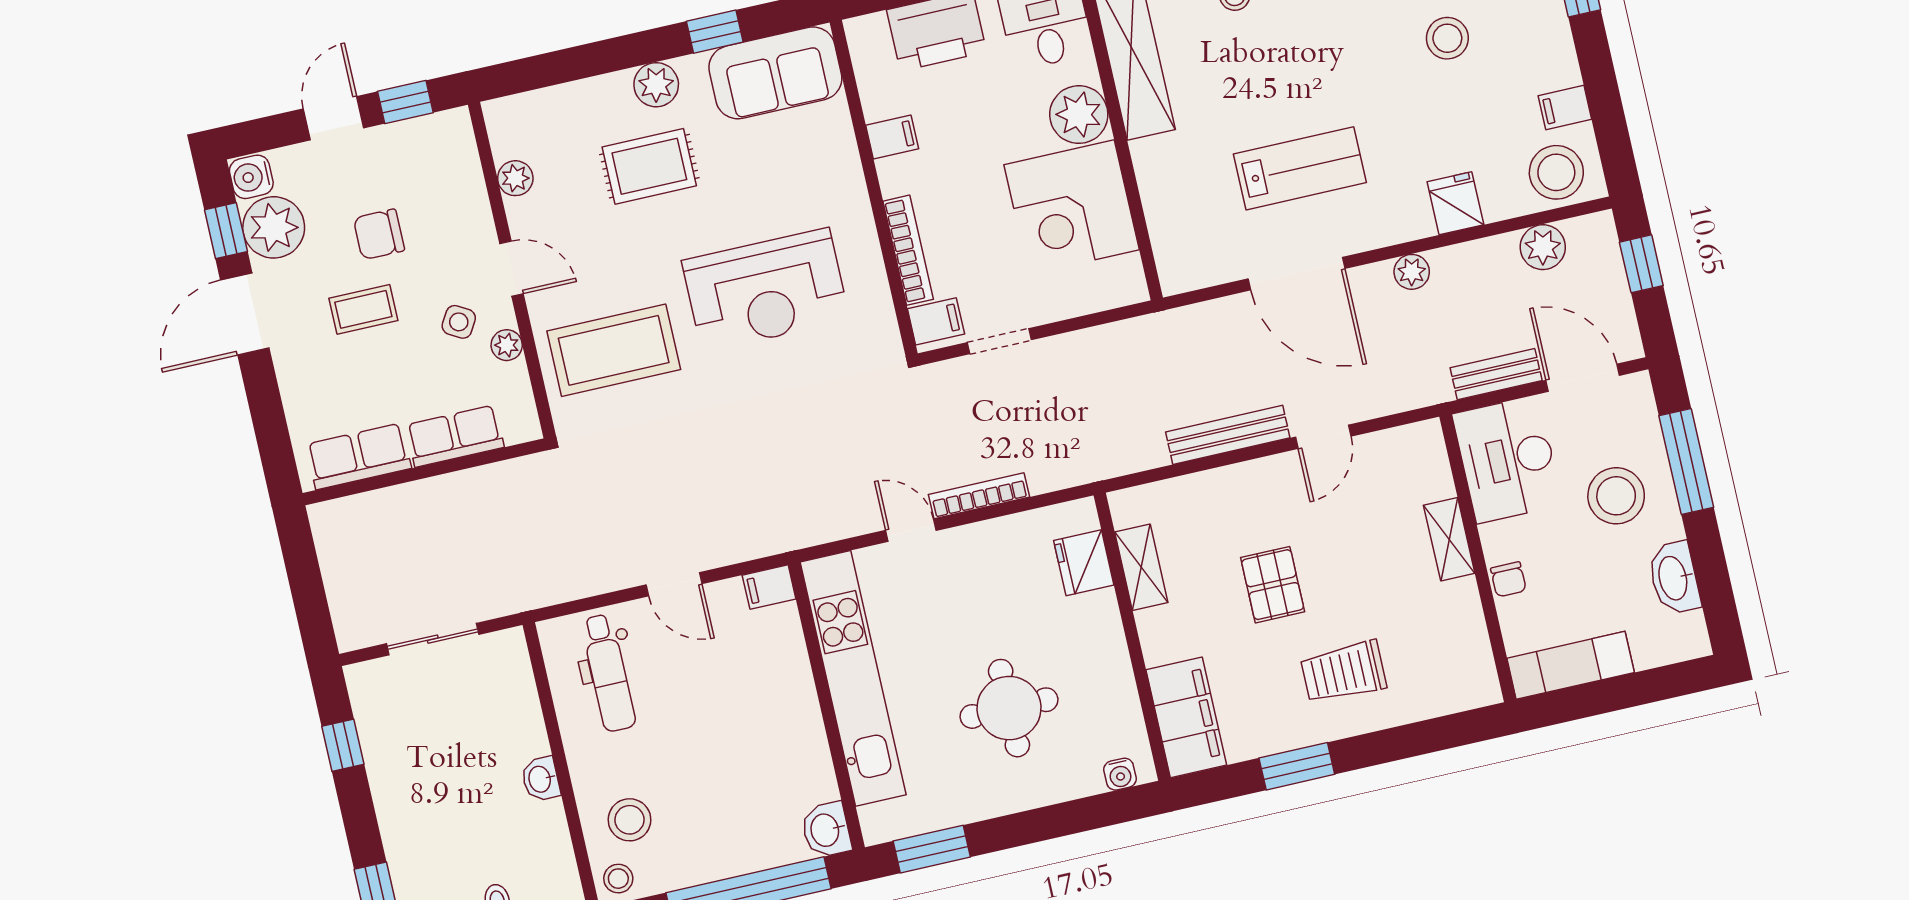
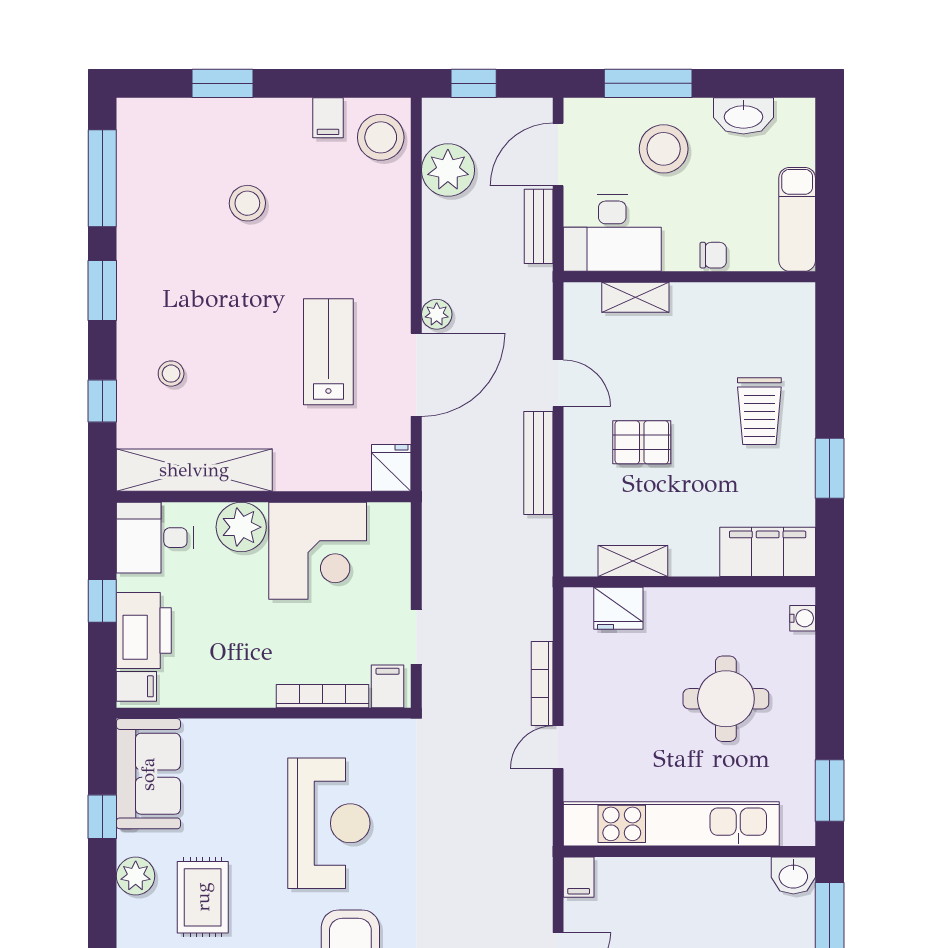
filing cabinet: (892, 137) -> (136, 686), moved, turned 90
fridge: (1455, 203) -> (391, 468), moved, turned 90
plant: (1543, 247) -> (448, 170), width x1.36, depth x1.36
plant: (1412, 272) -> (437, 314), moved
shelving: (1449, 539) -> (635, 297), moved
pallet: (1273, 585) -> (642, 442), moved

